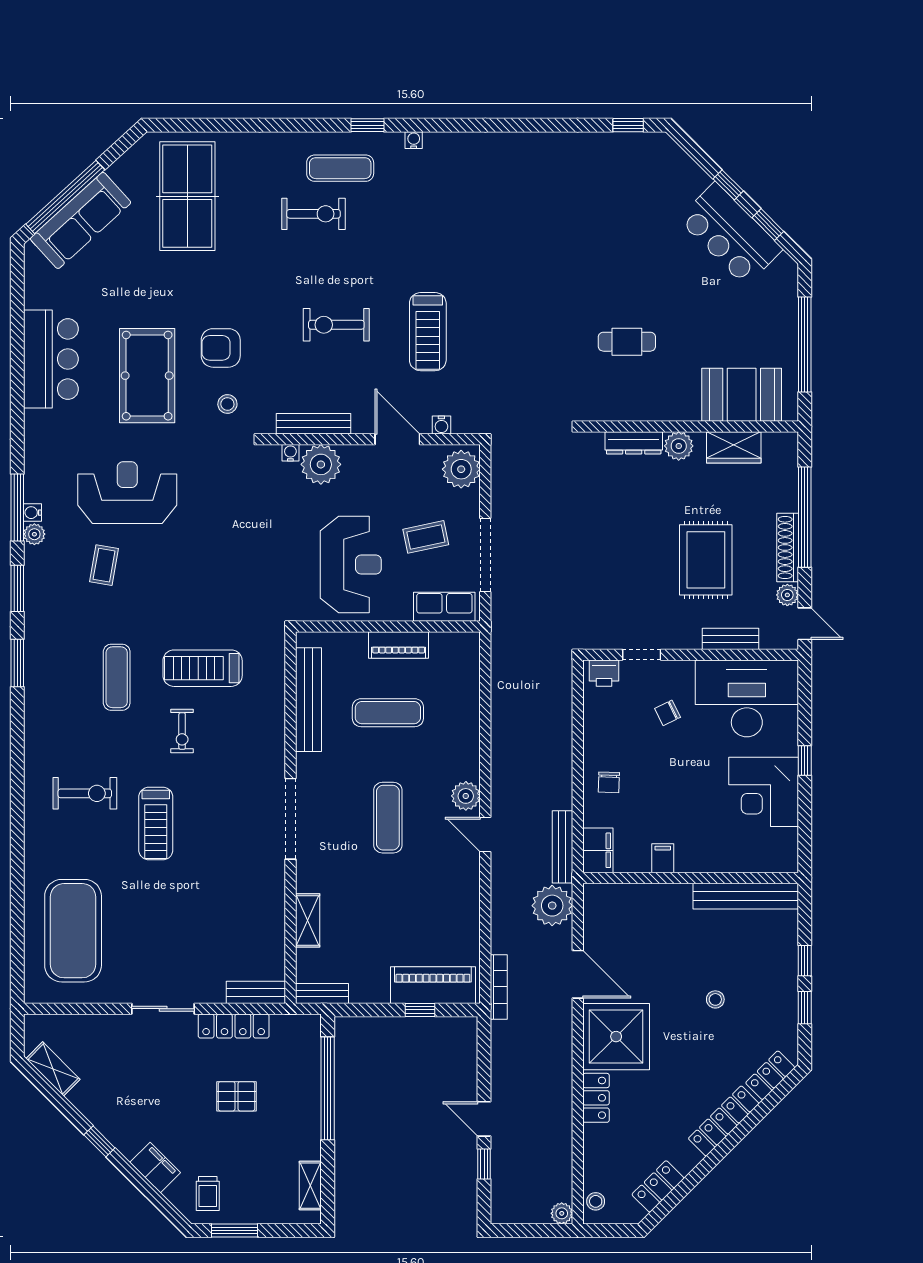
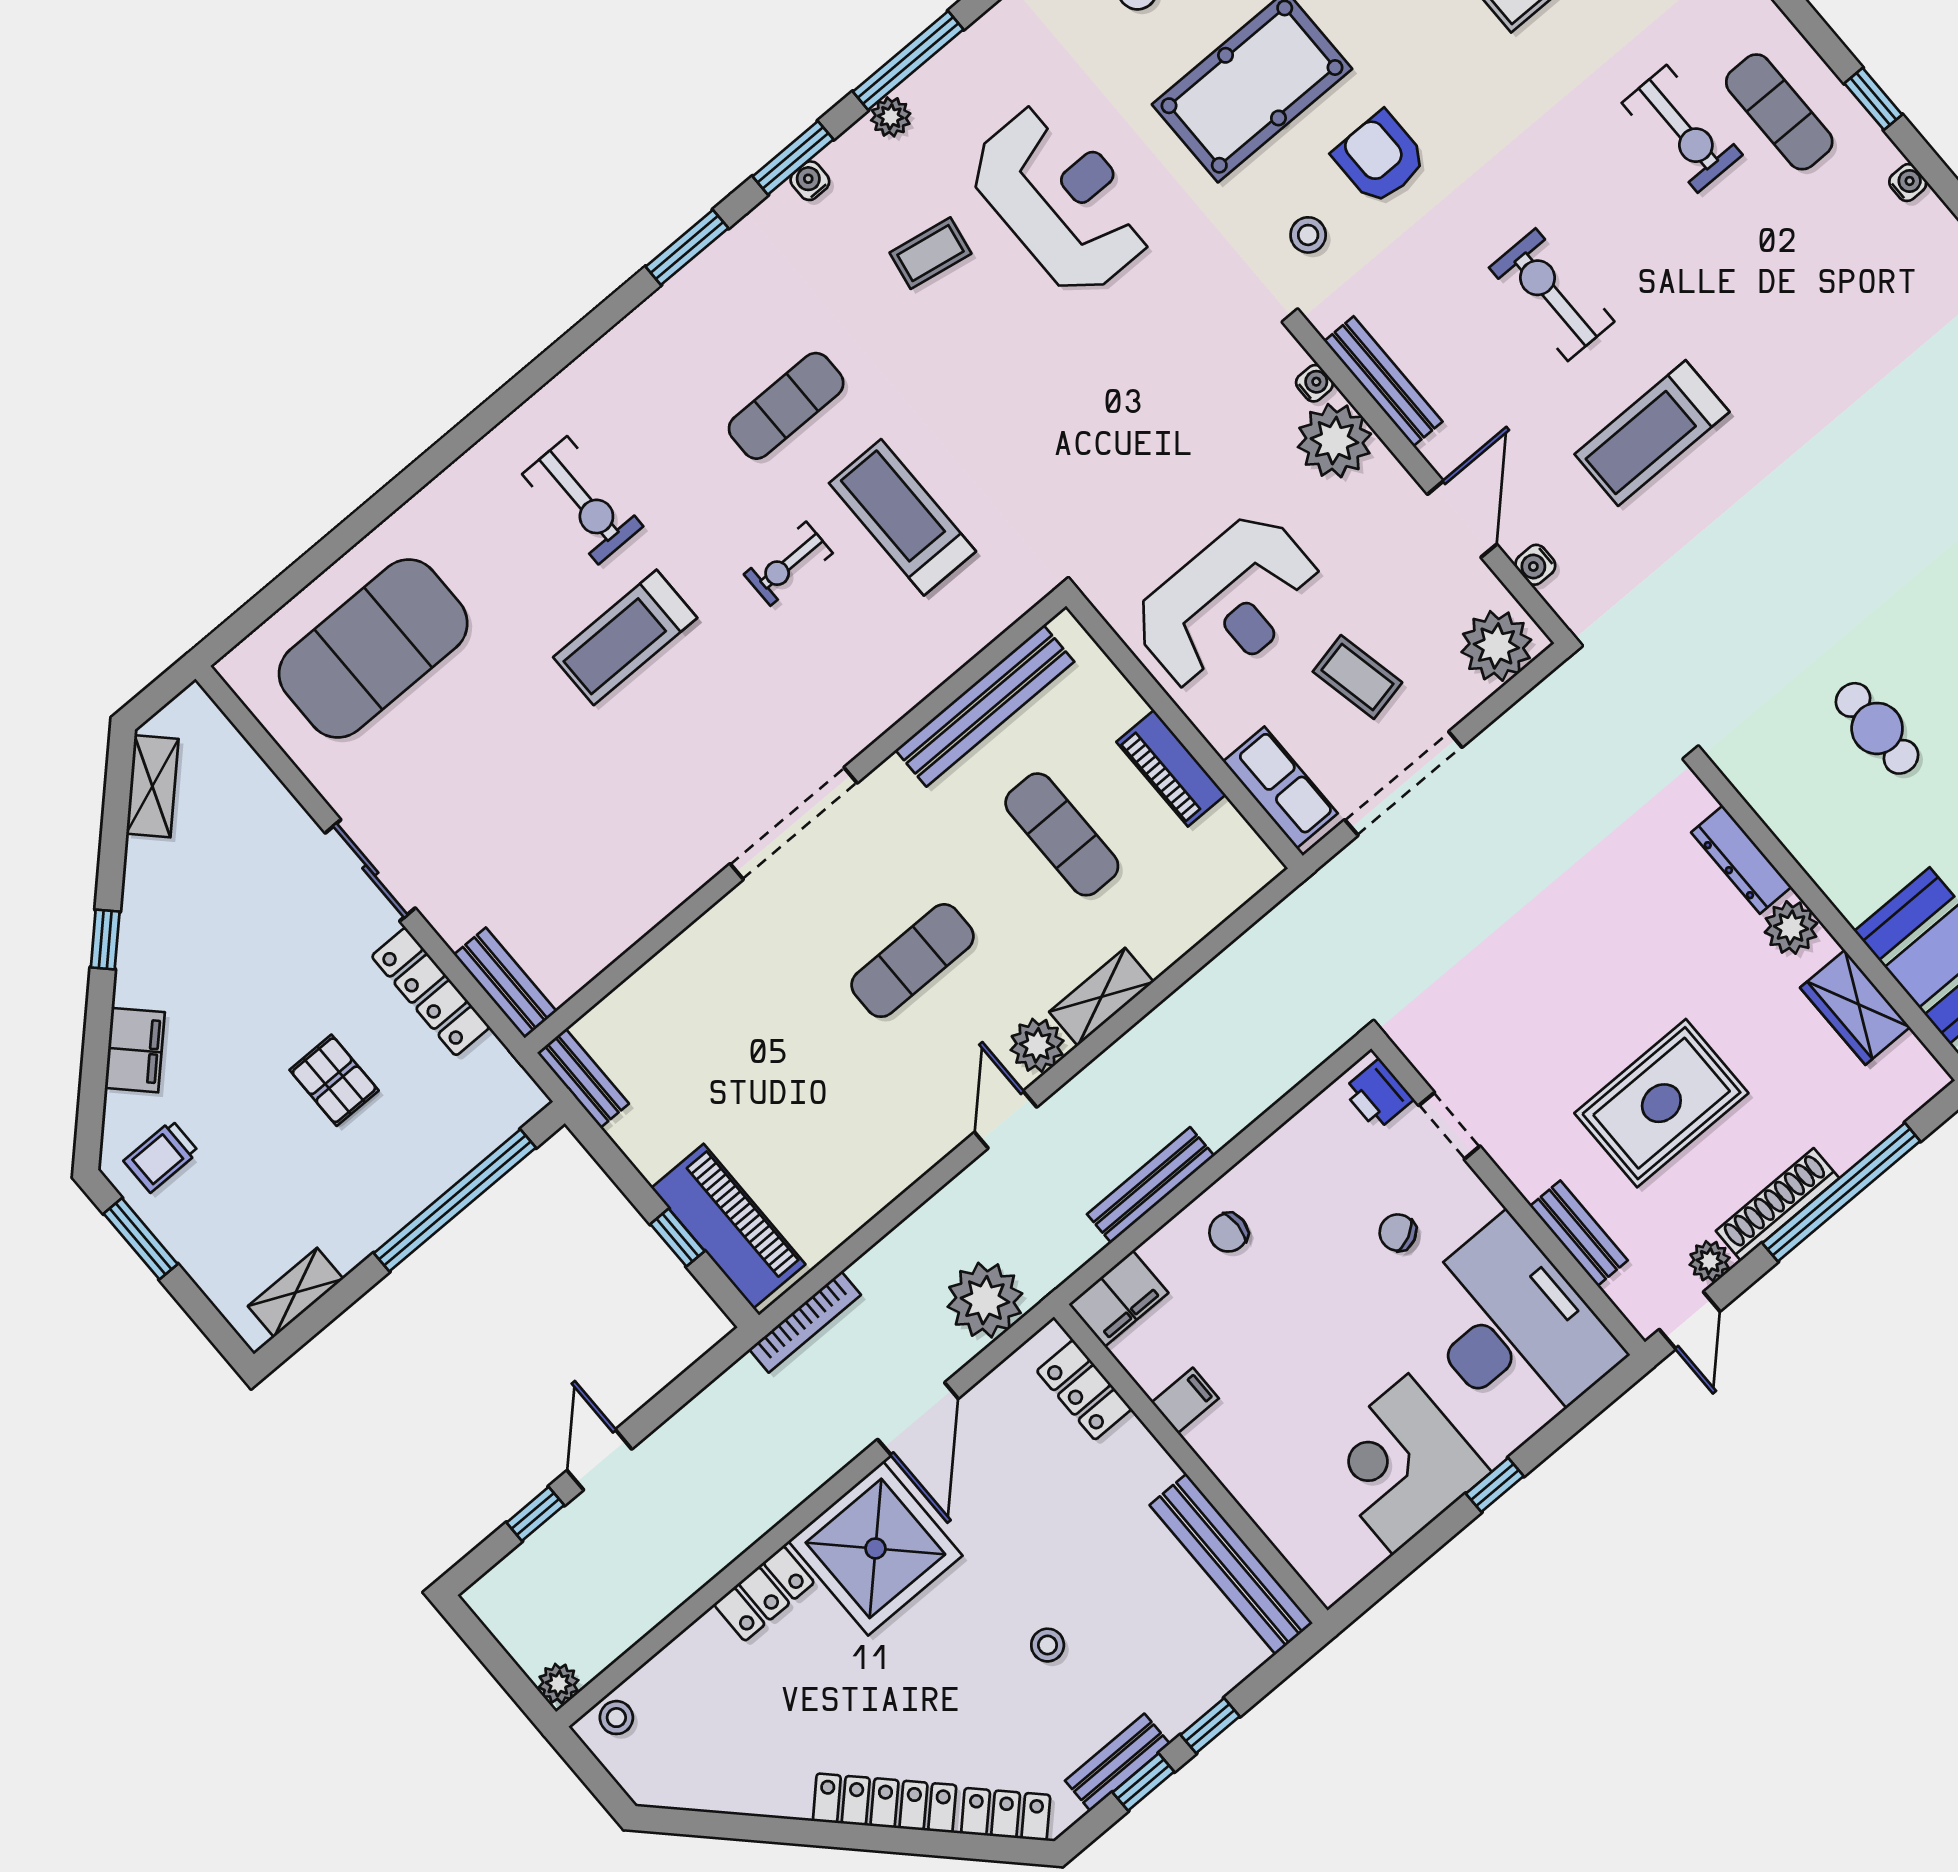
water cooler: (33, 513) -> (810, 181), moved
bench: (562, 847) -> (1151, 1185), moved
shelving: (308, 920) -> (1101, 997), moved
bench: (788, 1011) -> (1117, 1762), added
locker: (658, 1186) -> (1084, 1390), moved, turned -135

